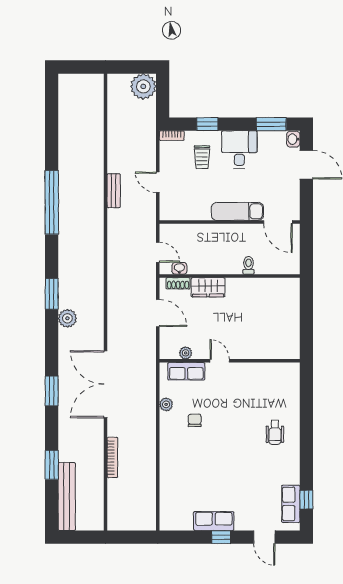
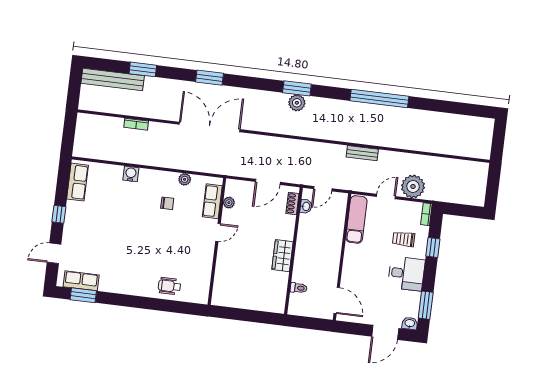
plant: (143, 86) -> (413, 186), moved
bench: (114, 191) -> (362, 153), moved
exam couch: (237, 211) -> (356, 219), moved
door: (278, 222) -> (337, 300), swing flipped
toilet: (249, 265) -> (299, 288), moved
wardrobe: (208, 287) -> (282, 256), moved
plant: (67, 318) -> (297, 103), moved
wheelchair: (275, 432) -> (169, 286), moved
bookcase: (112, 457) -> (136, 124), width x0.64
water cooler: (167, 464) -> (131, 174), added
window: (306, 500) -> (83, 295), width x1.50
row of seats: (214, 521) -> (78, 182), moved

